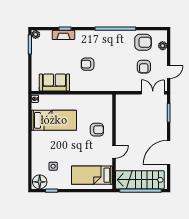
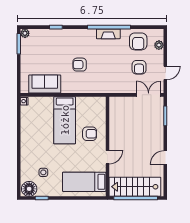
fireplace: (63, 35) -> (108, 34), moved
armchair: (143, 42) -> (138, 41), turned 90
bed: (54, 120) -> (65, 120), moved, turned 90
door: (169, 152) -> (165, 158), width x0.53

